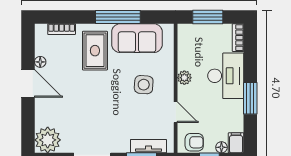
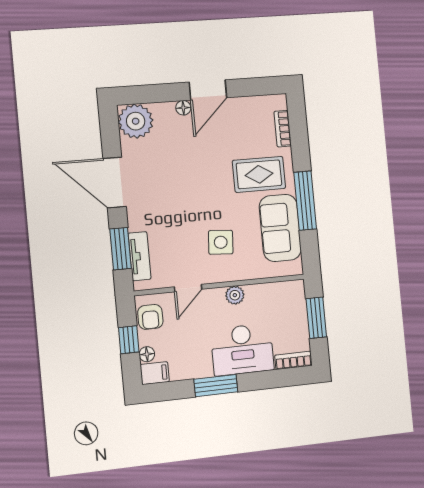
floor lamp: (40, 62) -> (183, 108), moved

